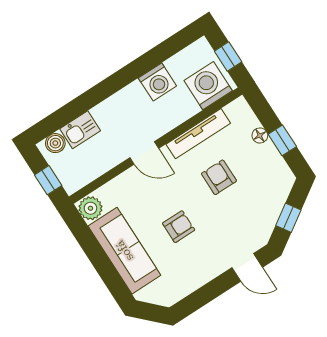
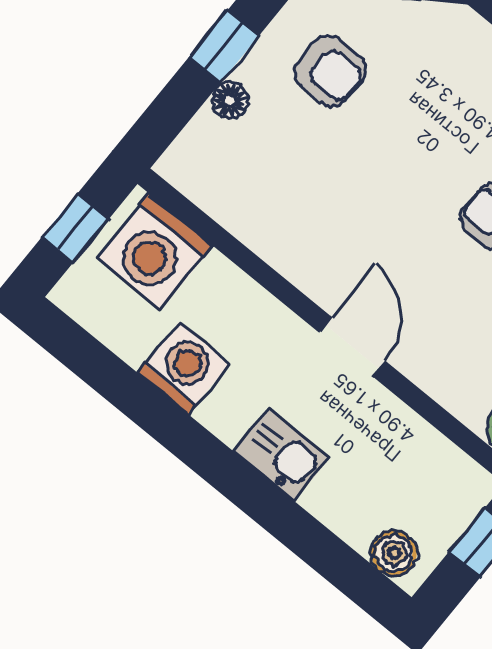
kitchen sink: (80, 130) -> (282, 454), moved
tv unit: (198, 134) -> (270, 239), removed
armchair: (219, 177) -> (330, 71), moved, turned -90

